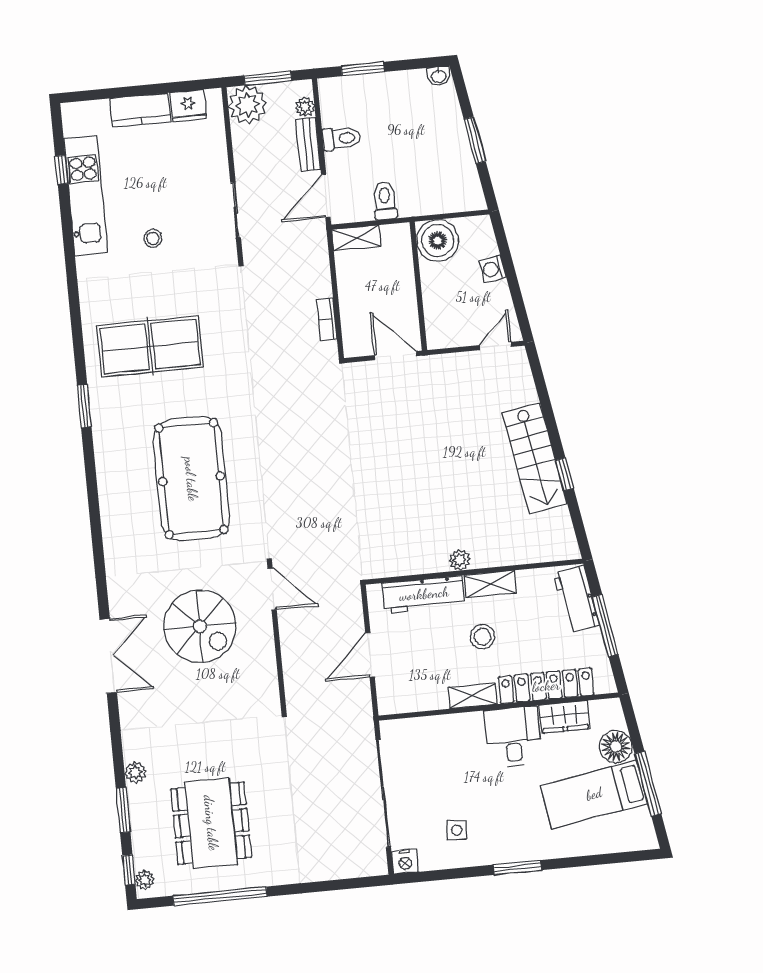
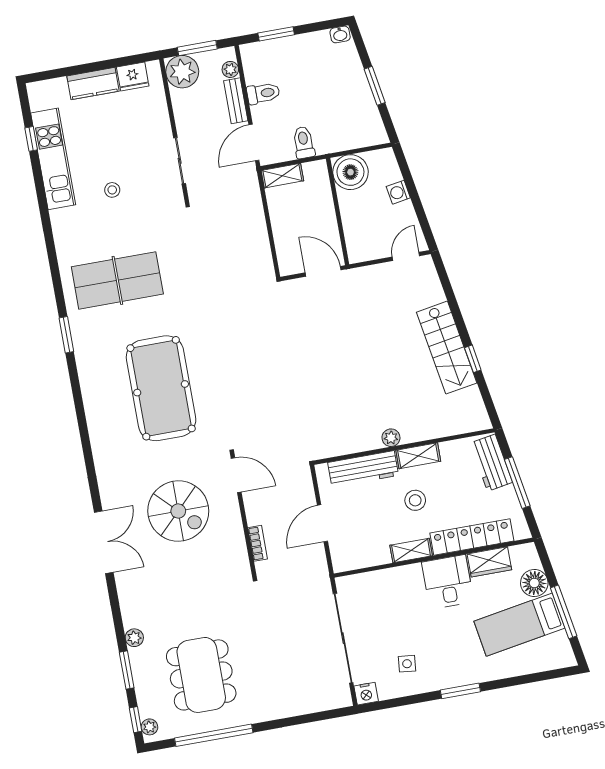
bookcase: (327, 319) -> (258, 543), moved, turned 180

